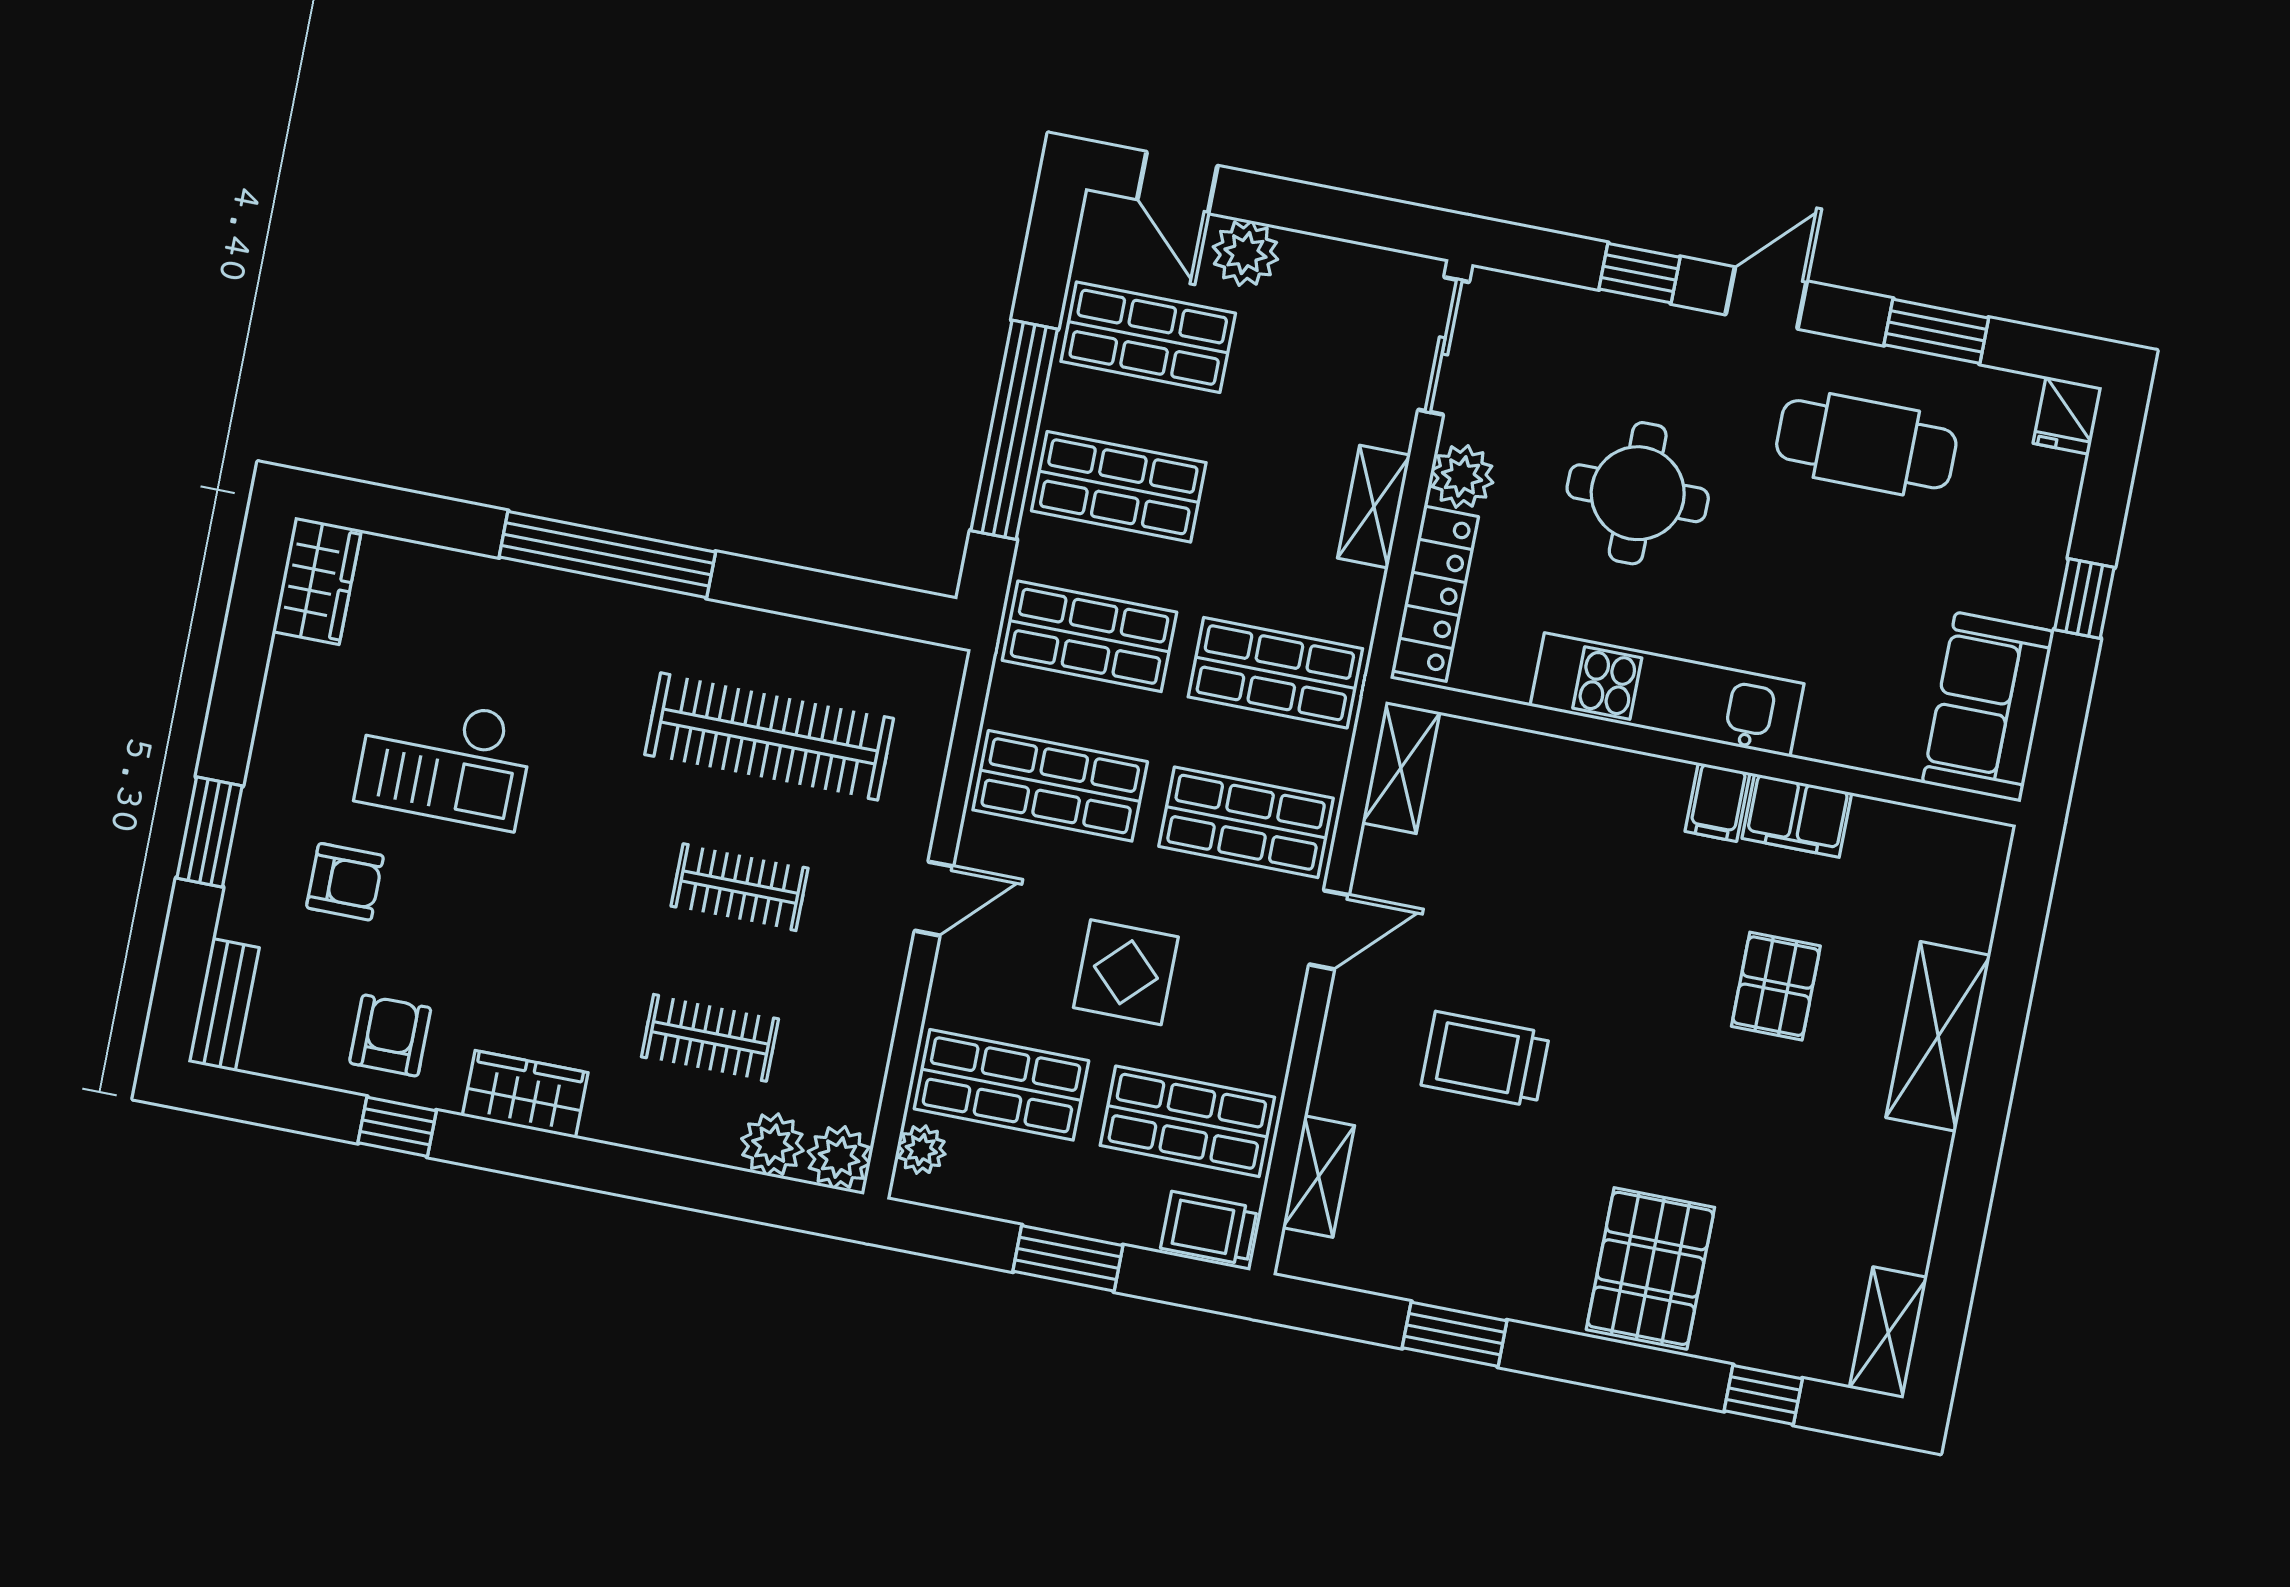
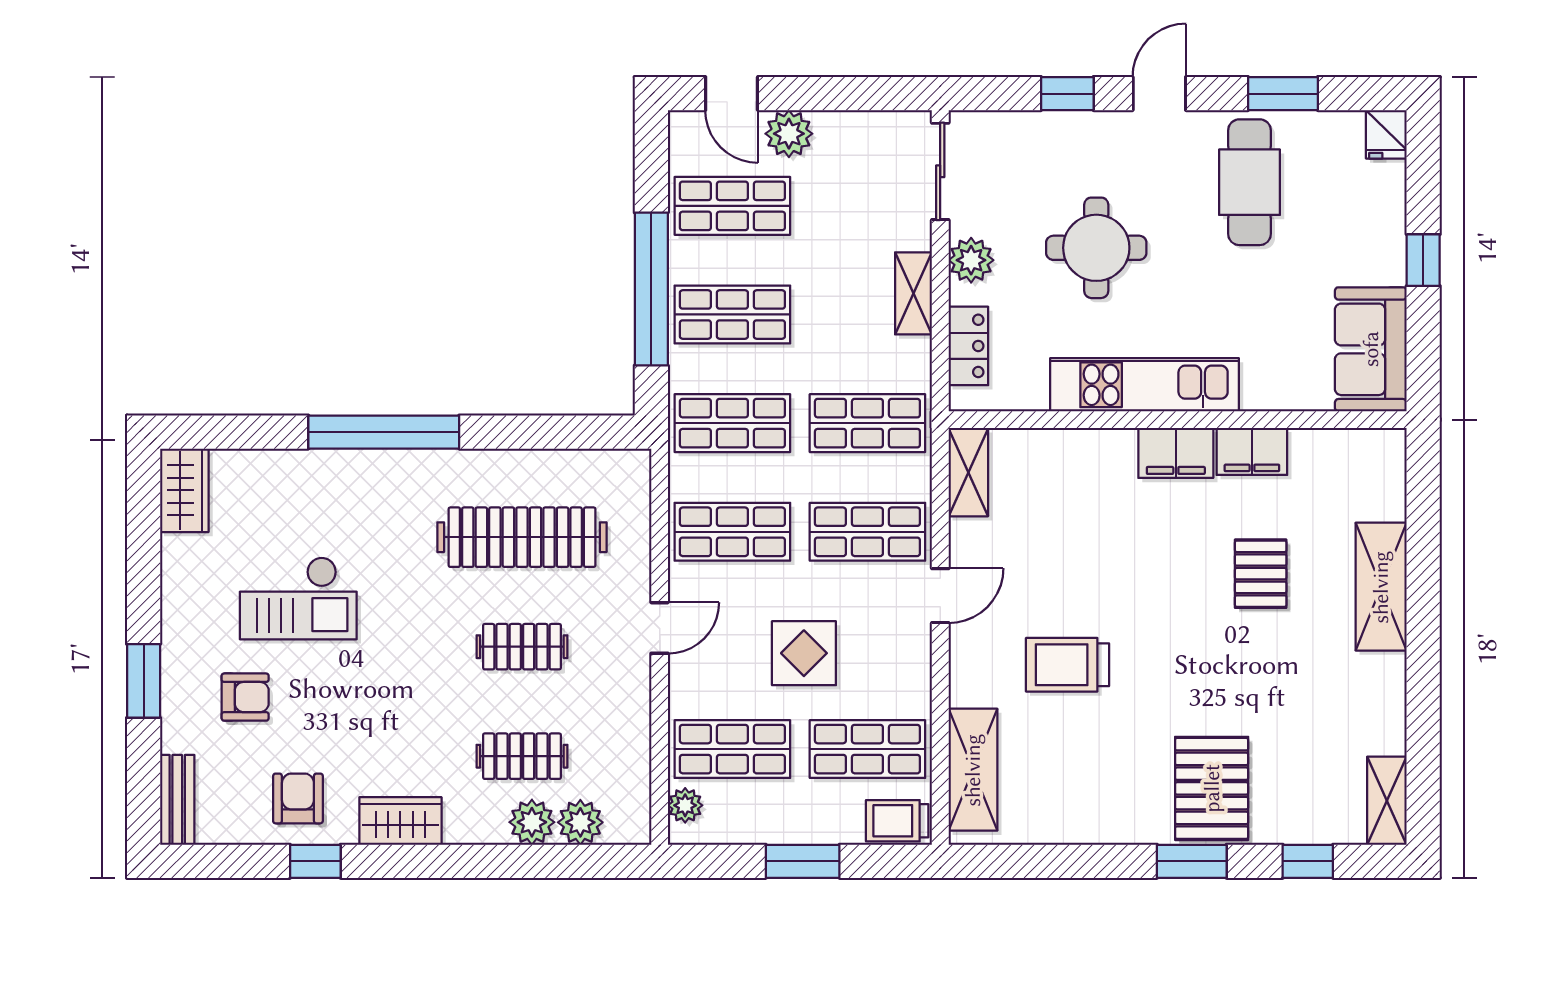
cafe table: (1866, 444) -> (1250, 182), turned 90
locker: (1435, 594) -> (968, 346), width x0.66
filing cabinet: (1718, 802) -> (1176, 453), width x2.00
plant: (839, 1158) -> (532, 822), moved
shelving: (1319, 1177) -> (973, 770), width x1.50, depth x1.33
window: (1455, 1334) -> (1192, 861), moved

